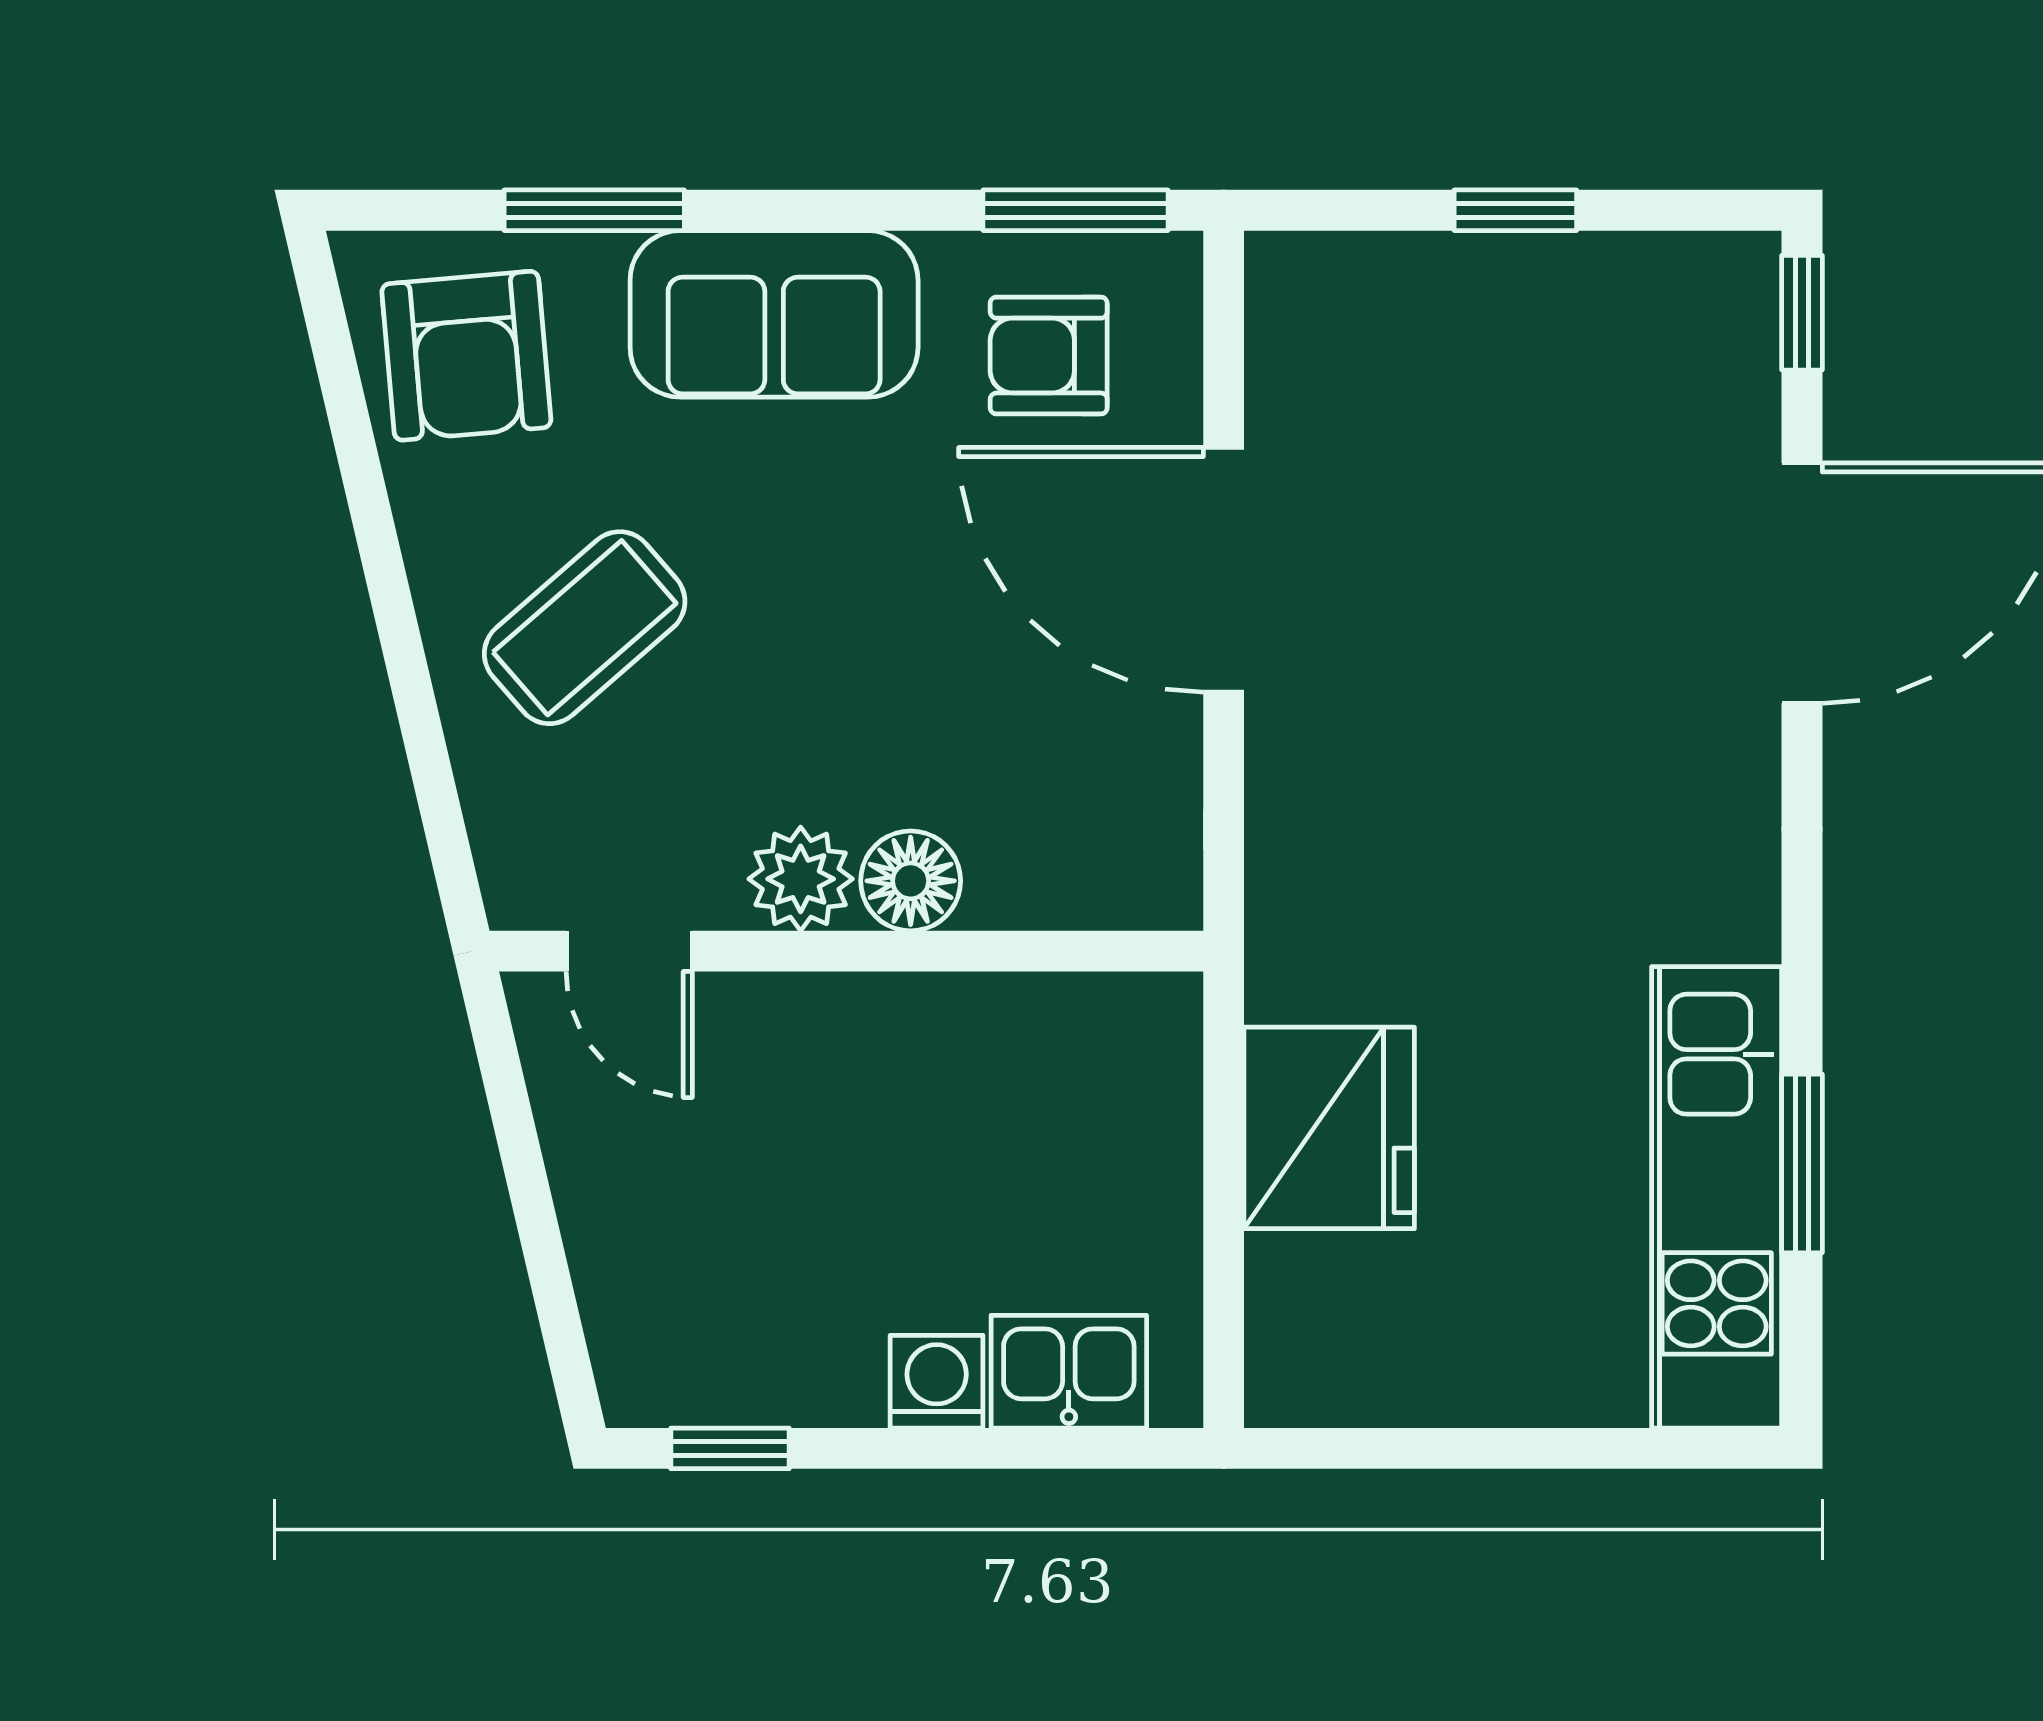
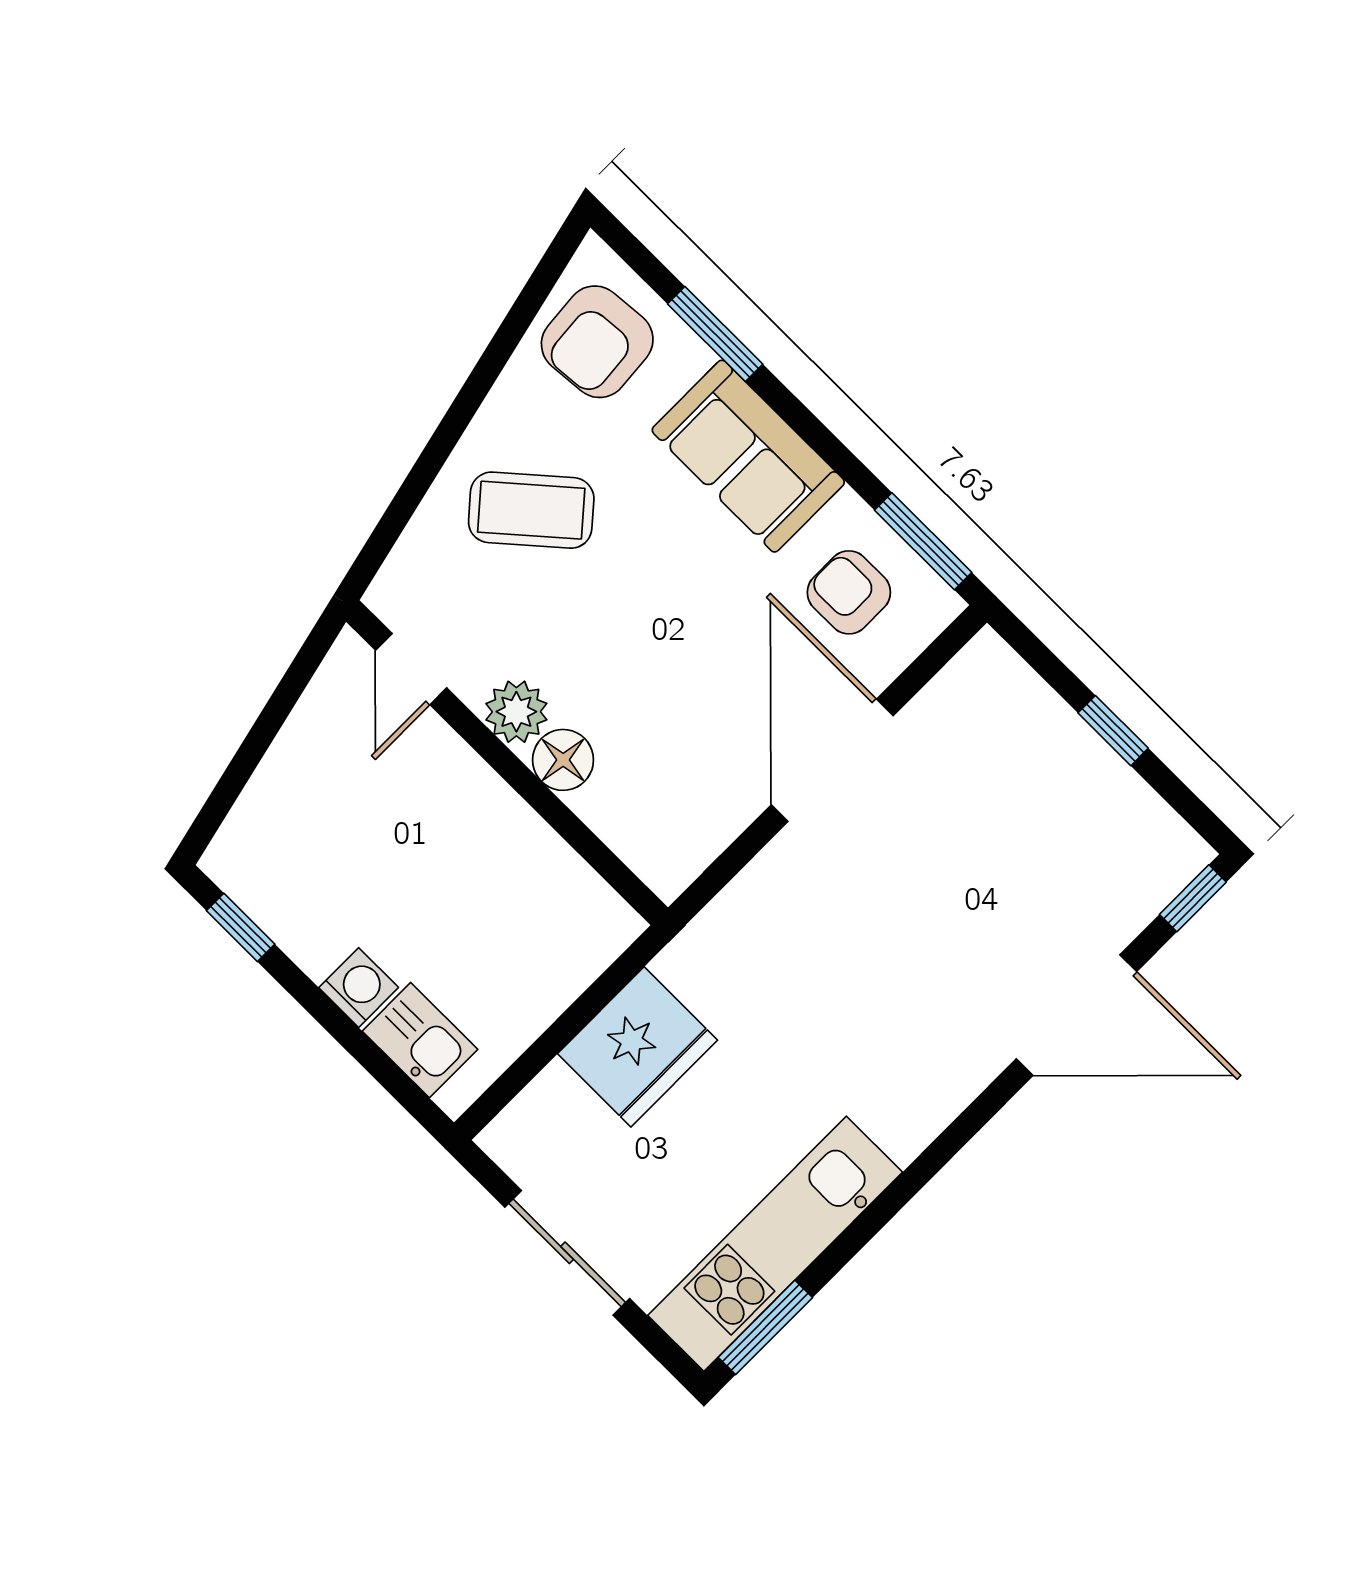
window: (1802, 1163) -> (765, 1327), moved
sliding door: (1486, 1448) -> (567, 1253), added

